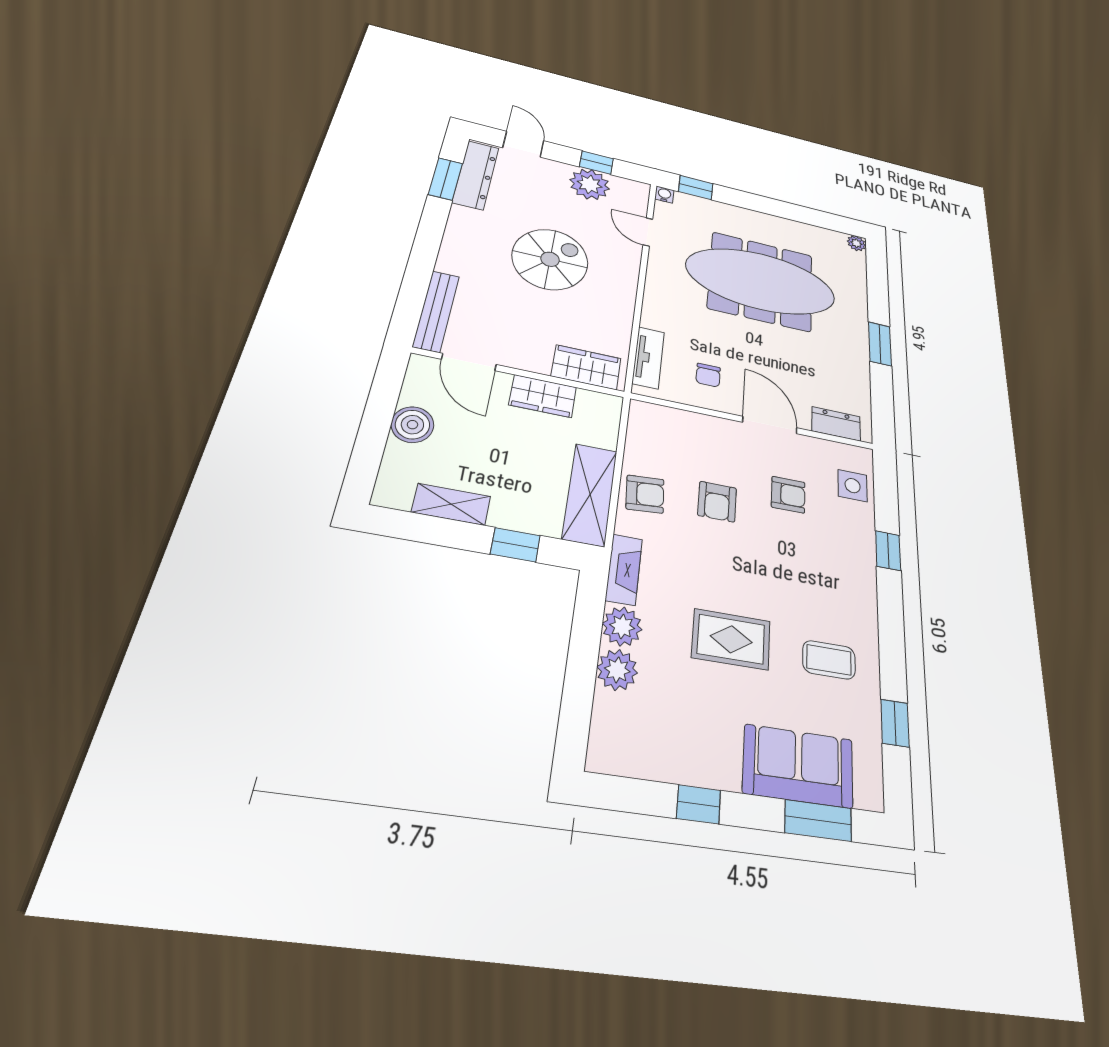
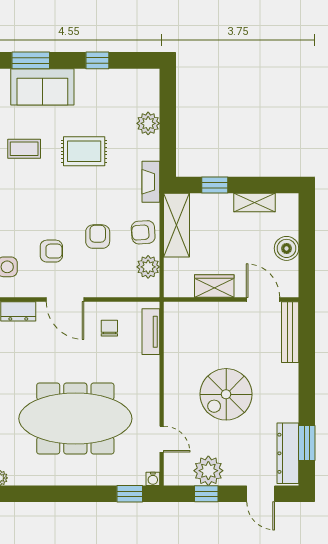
wardrobe: (586, 367) -> (190, 314), removed
armchair: (788, 495) -> (51, 251), turned 180
plant: (622, 626) -> (148, 267), moved

